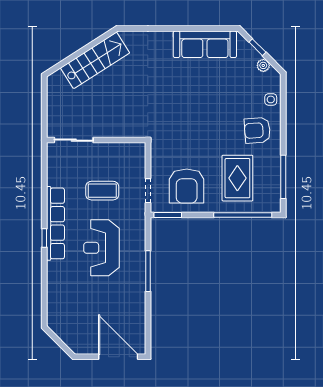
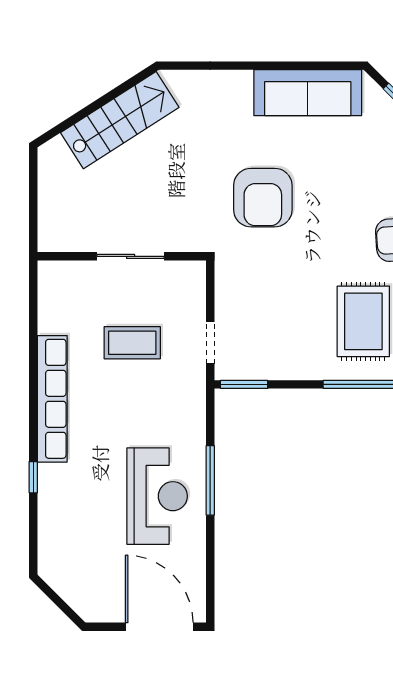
sliding door: (74, 140) -> (131, 256), moved
armchair: (187, 186) -> (263, 198), moved
window: (44, 238) -> (33, 477), moved
reception desk: (101, 248) -> (157, 496), moved, turned 180

